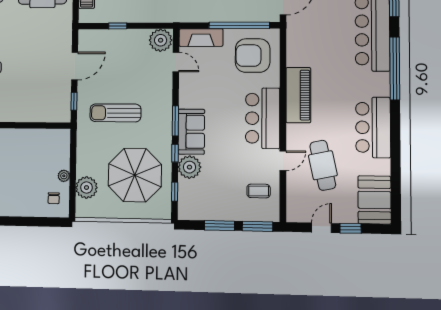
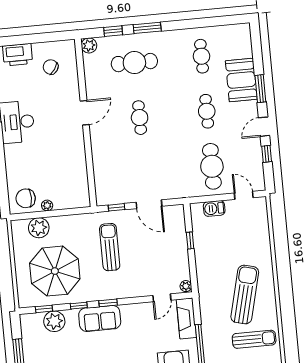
plant: (161, 40) -> (186, 286), width x0.53, depth x0.53
window: (175, 121) -> (108, 303), width x0.67
plant: (189, 167) -> (54, 321), moved
chair: (54, 198) -> (26, 198), width x1.87, depth x1.87

